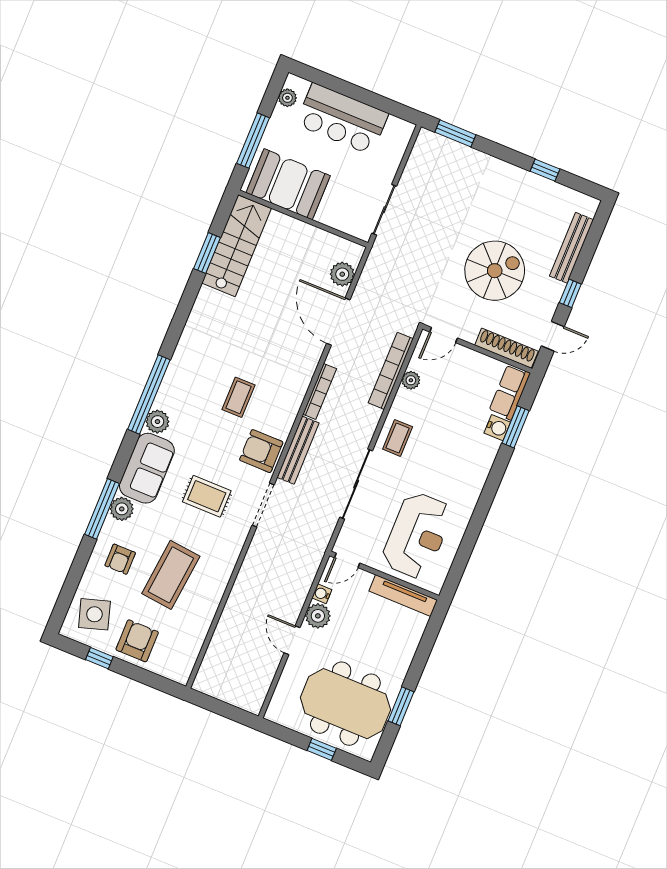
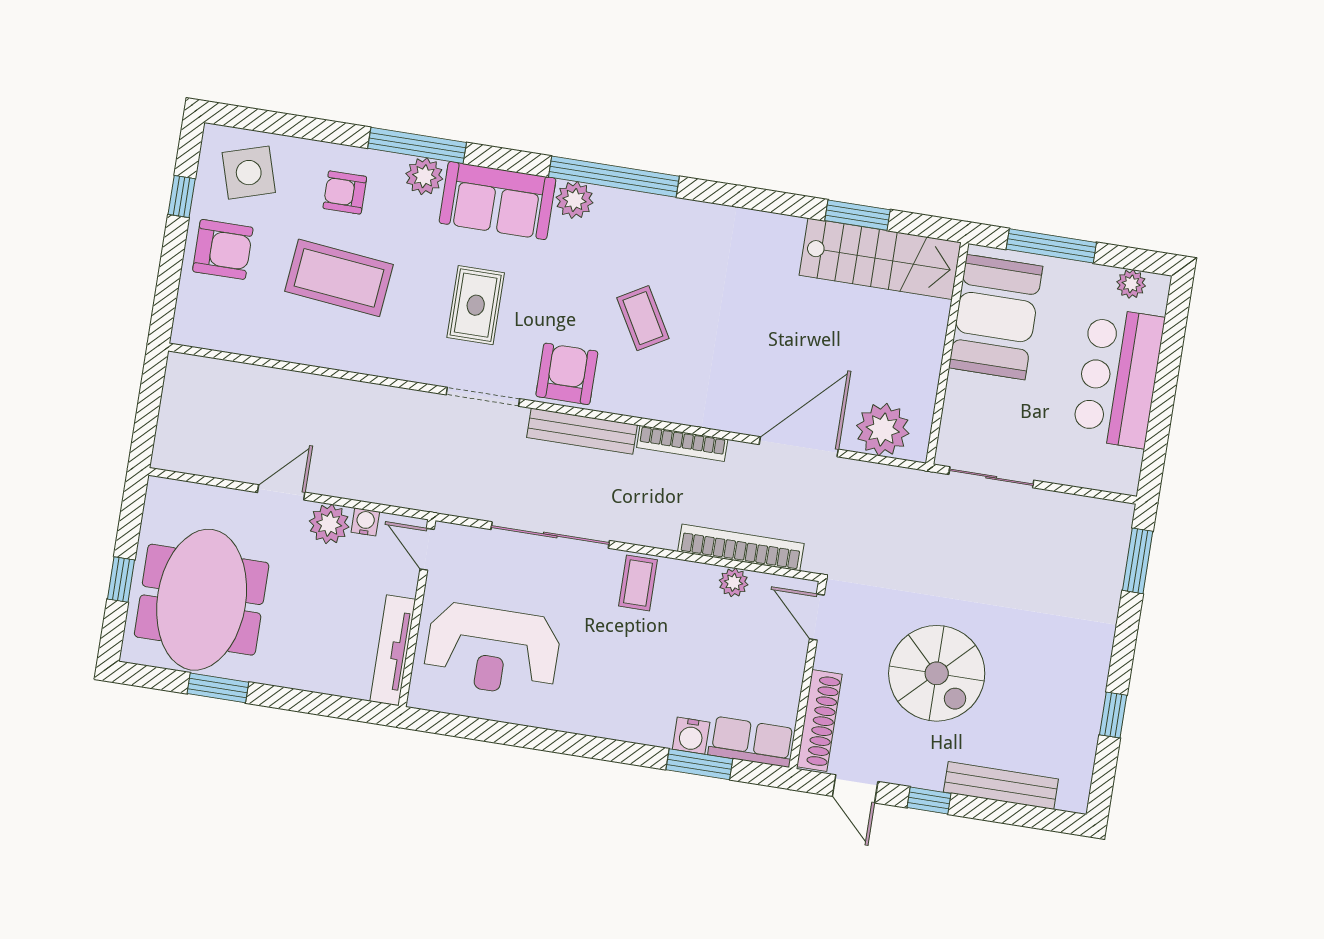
plant: (342, 274) -> (883, 429), width x1.36, depth x1.36
coffee table: (238, 397) -> (643, 318), turned 60
coffee table: (398, 438) -> (638, 583), turned 90

